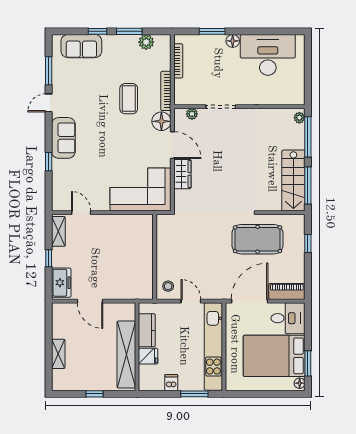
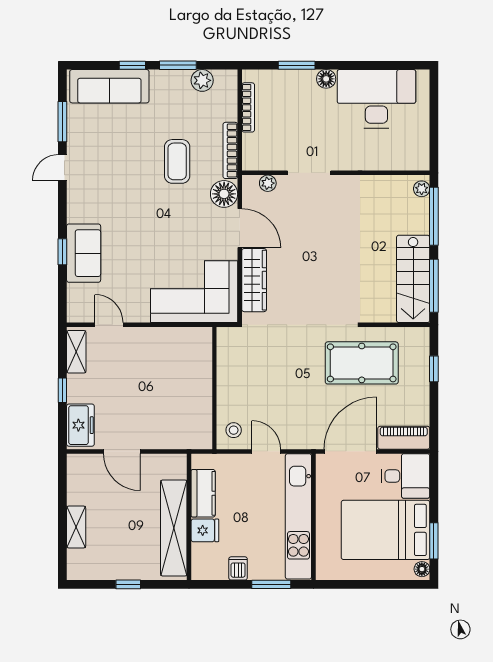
sofa: (81, 46) -> (109, 86), width x1.36
sofa: (63, 138) -> (84, 253), moved
wardrobe: (182, 174) -> (254, 280), width x1.50

